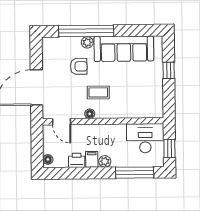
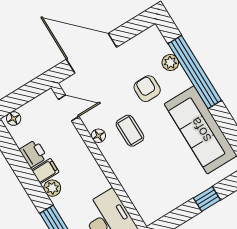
plant: (87, 42) -> (170, 63), moved
armchair: (79, 66) -> (147, 89), turned 180
door: (62, 122) -> (69, 108), swing flipped

